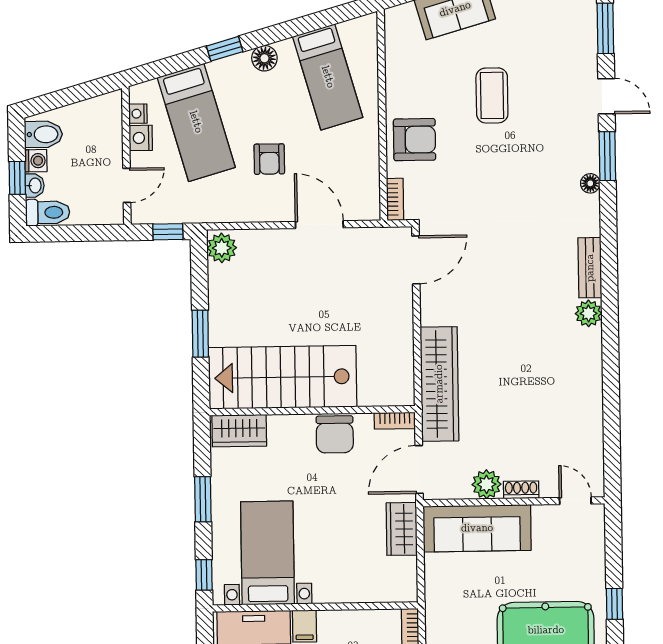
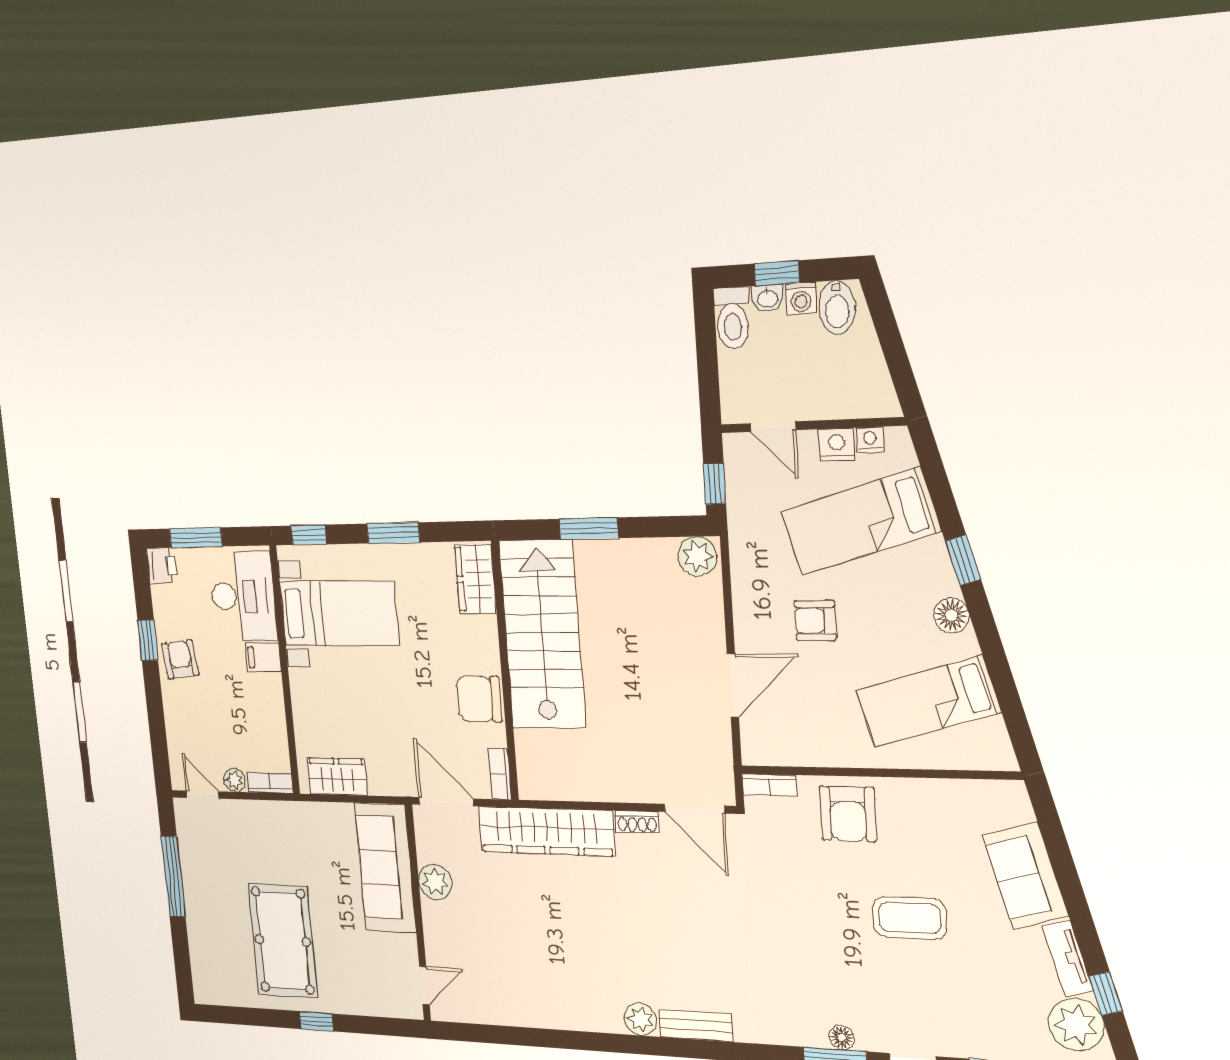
floor lamp: (590, 183) -> (841, 1037), moved
shoe rack: (521, 490) -> (637, 822), moved, turned 90
wardrobe: (402, 529) -> (337, 777), moved

